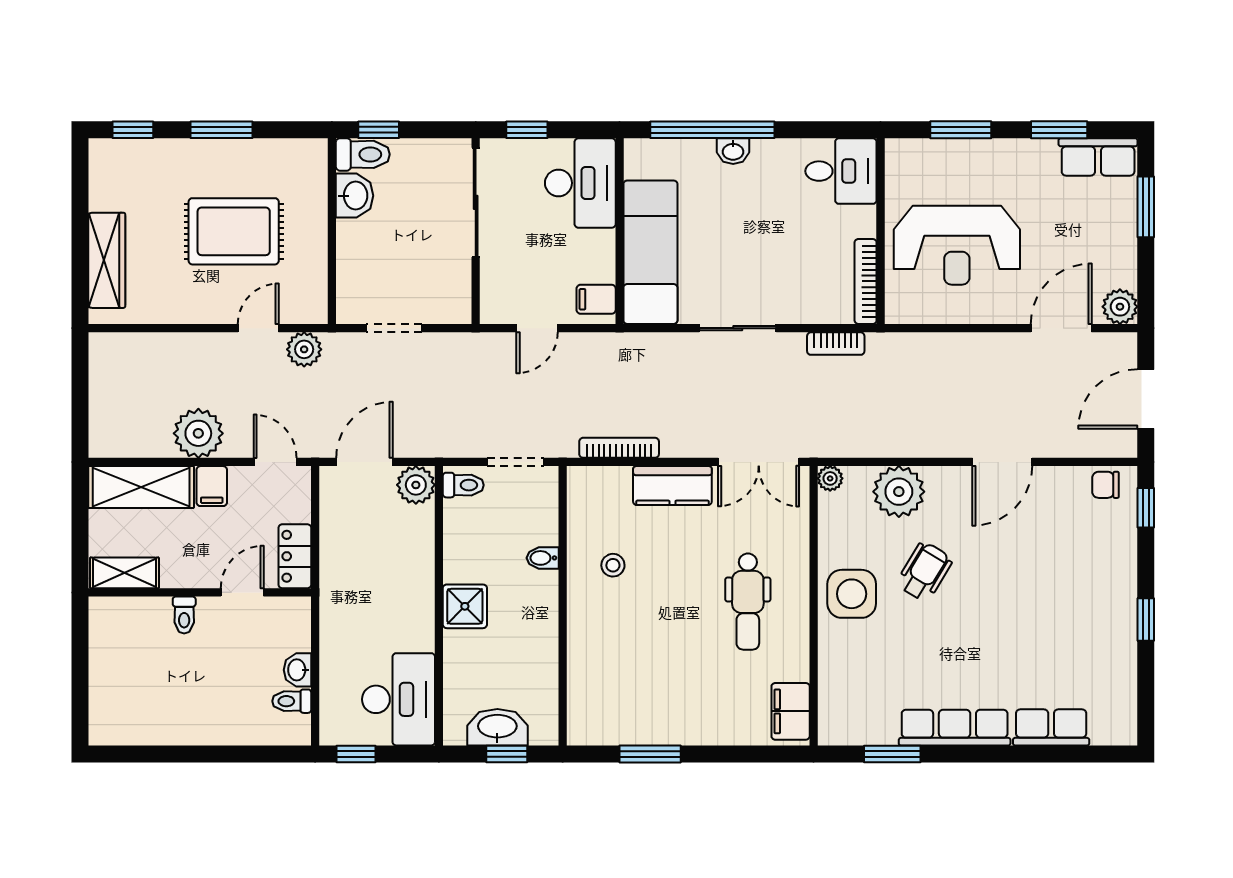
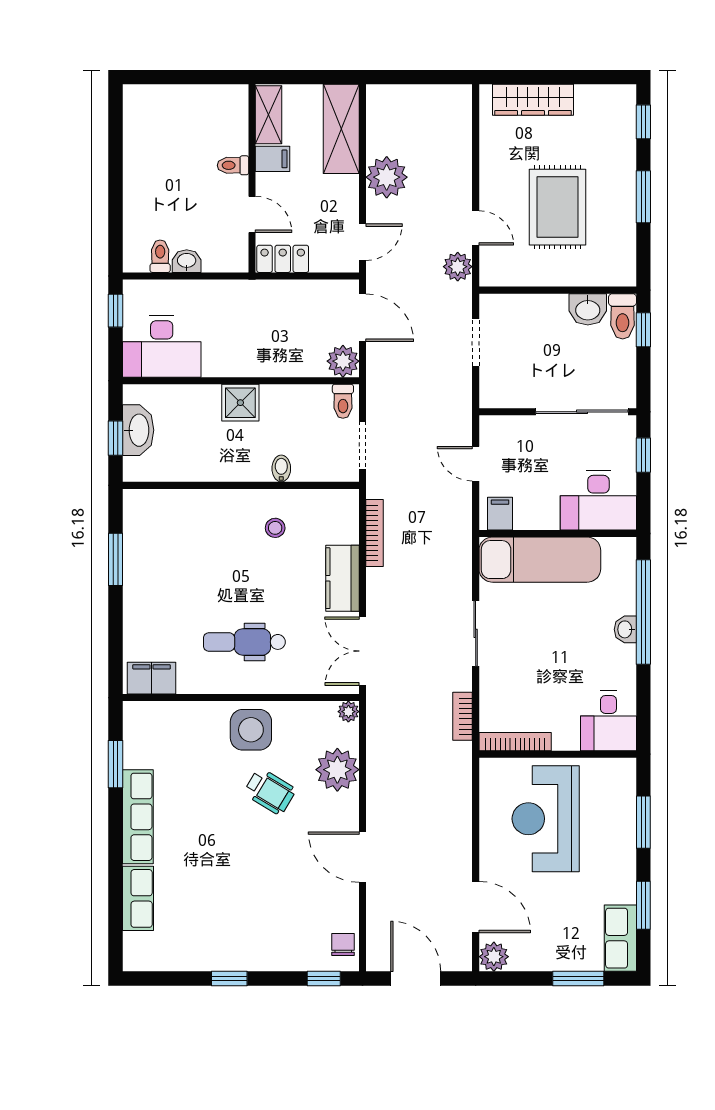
filing cabinet: (212, 486) -> (273, 159), moved, turned 180

